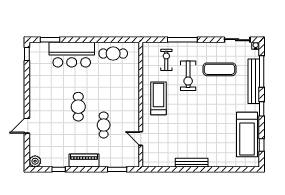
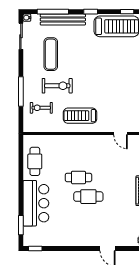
cafe table: (104, 125) -> (78, 177), moved
door: (141, 139) -> (121, 134), hinge flipped

